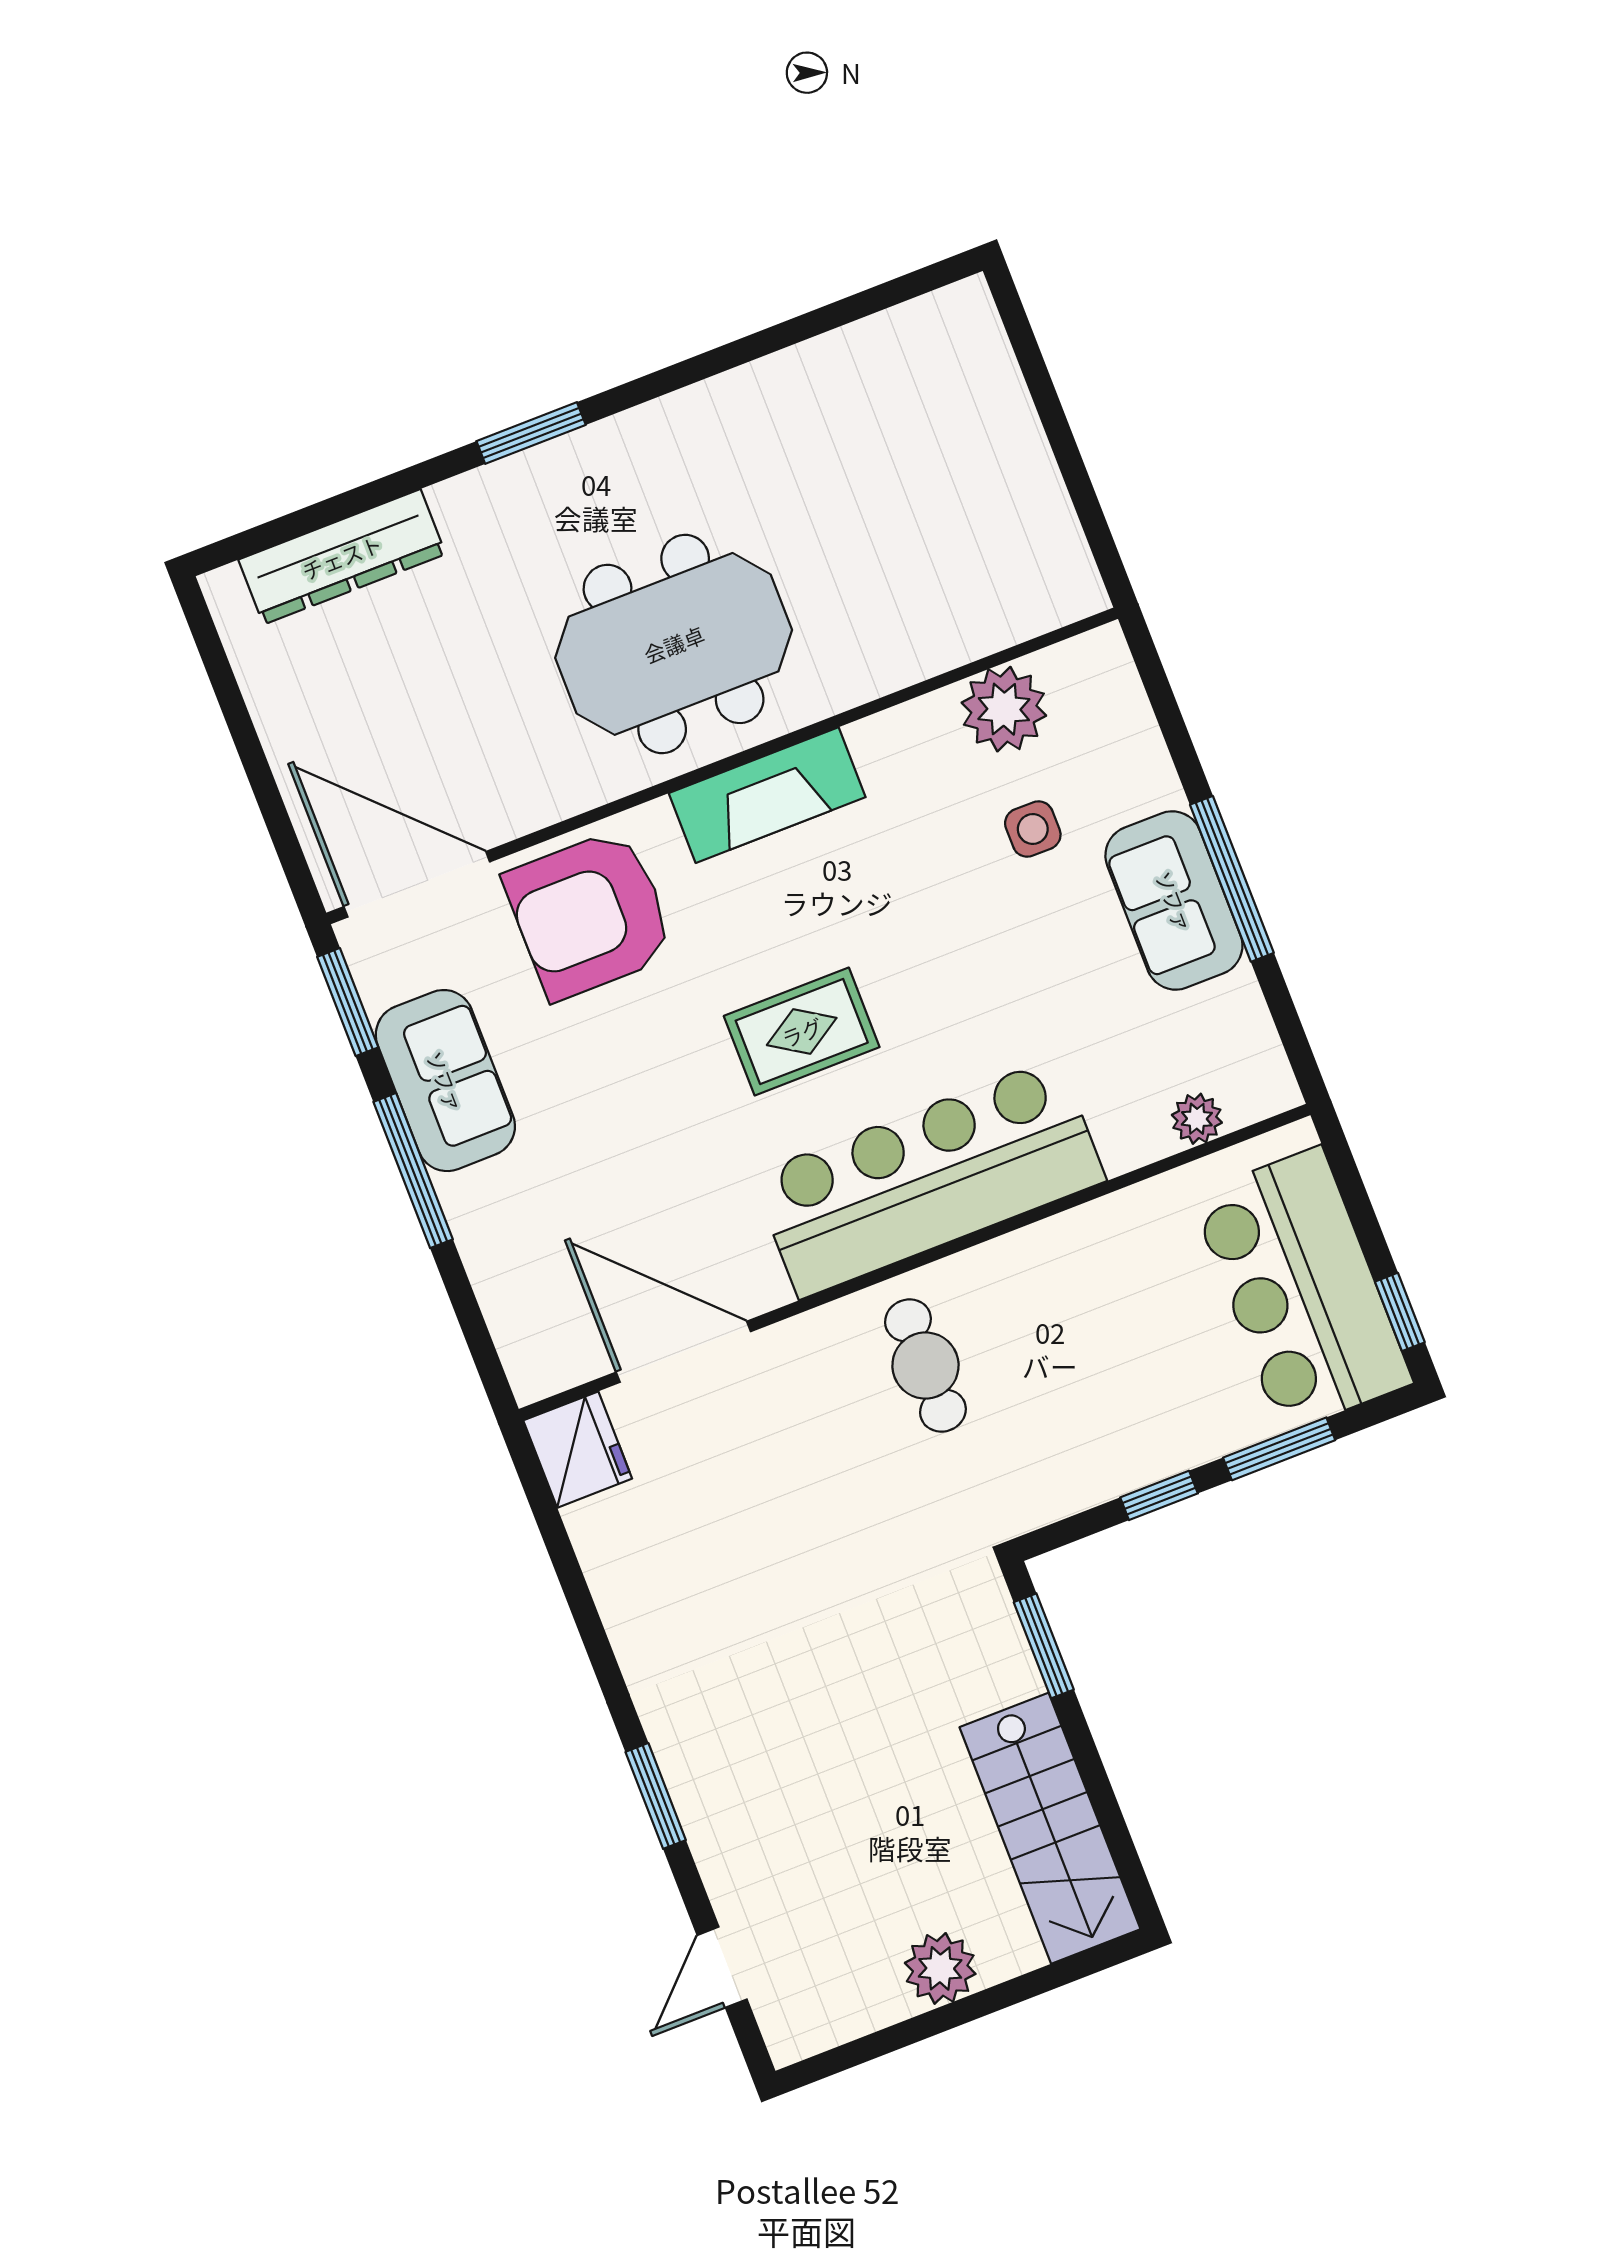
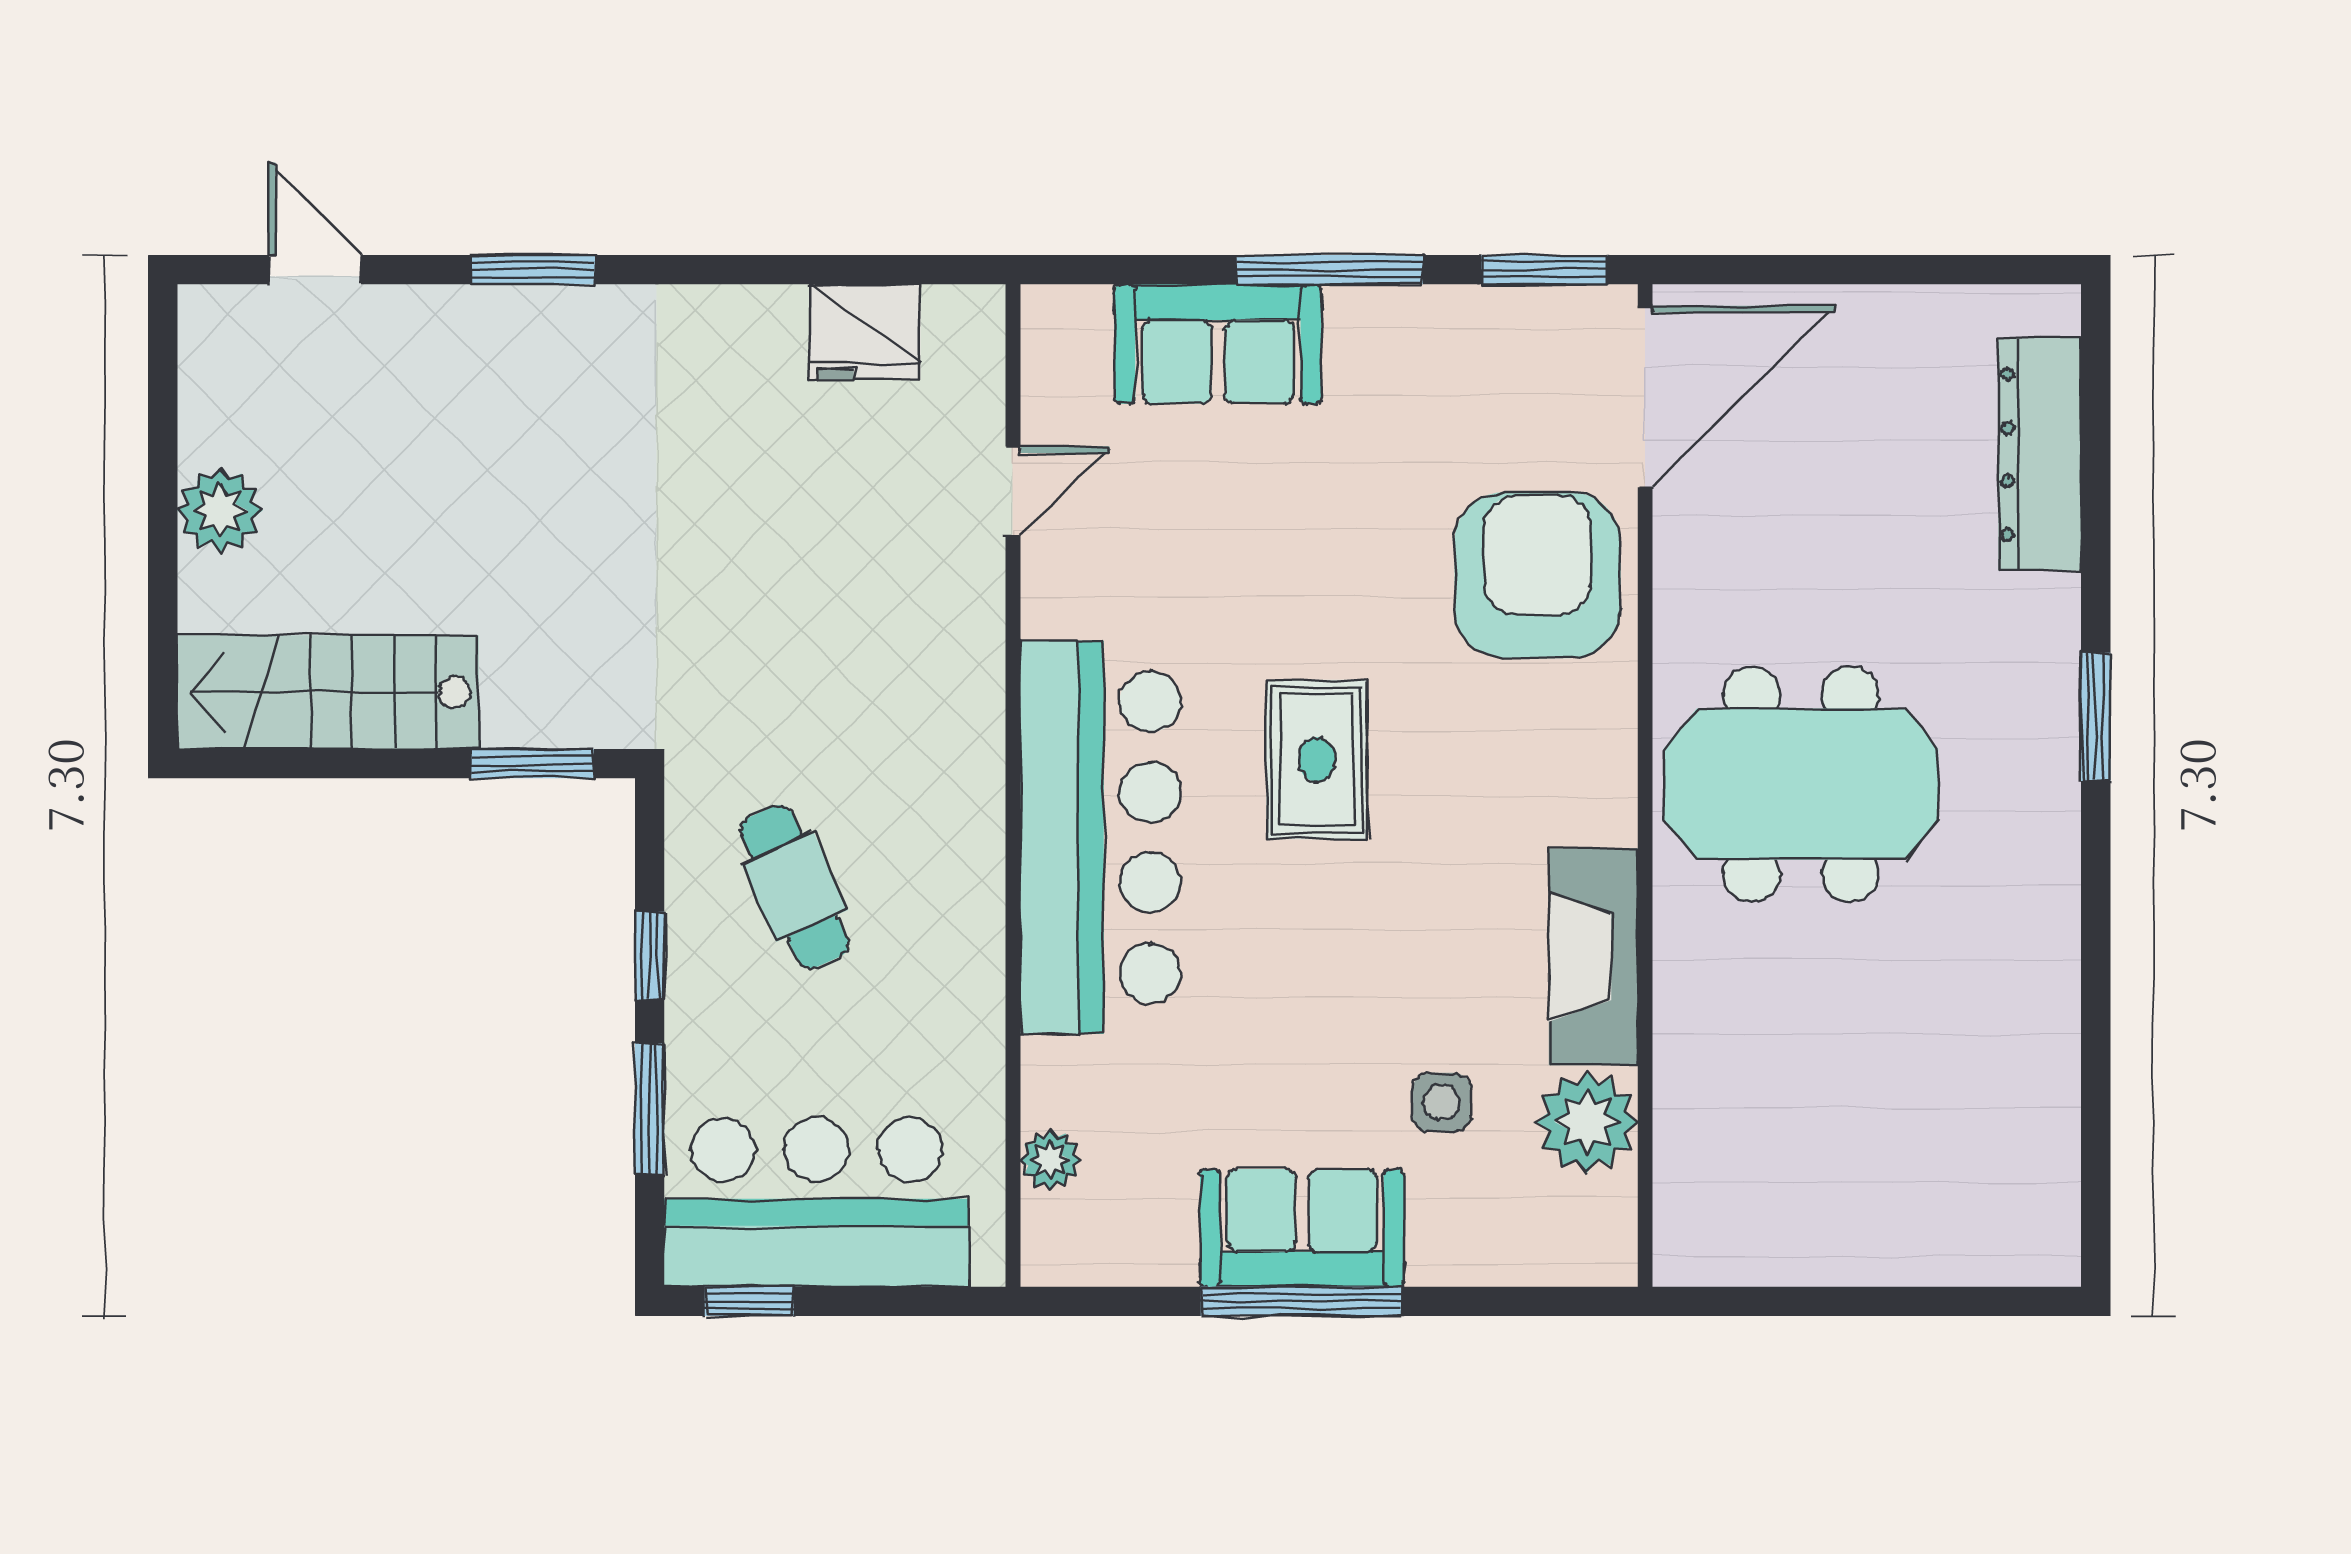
meeting table: (674, 644) -> (1801, 784), turned 90
fireplace: (767, 795) -> (1593, 957), moved
sofa: (445, 1081) -> (1218, 344), moved
door: (683, 1352) -> (1013, 491), width x0.53
cafe table: (925, 1366) -> (795, 887), moved, turned 66
fridge: (578, 1450) -> (865, 332), moved

